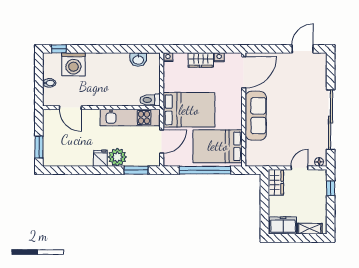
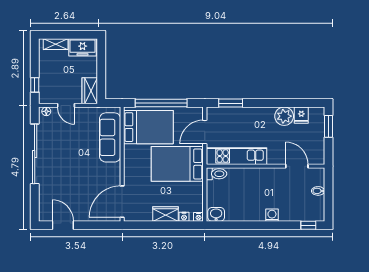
door: (303, 49) -> (63, 225), swing flipped
nightstand: (219, 57) -> (184, 217), moved
washbasin: (138, 60) -> (216, 214), moved
washing machine: (73, 64) -> (272, 215), moved, width x0.53, depth x0.53
sofa: (256, 116) -> (110, 137), moved
plant: (117, 157) -> (284, 116), moved
fridge: (100, 158) -> (301, 115), moved
door: (299, 168) -> (66, 105), hinge flipped

